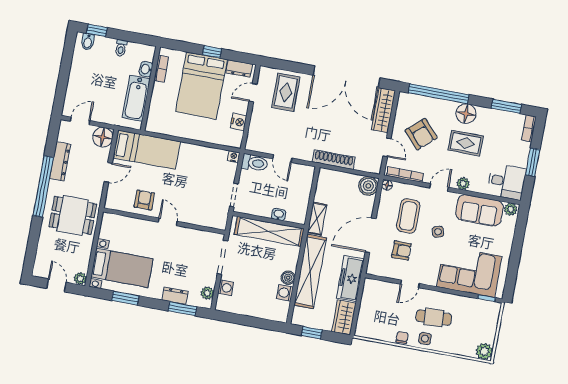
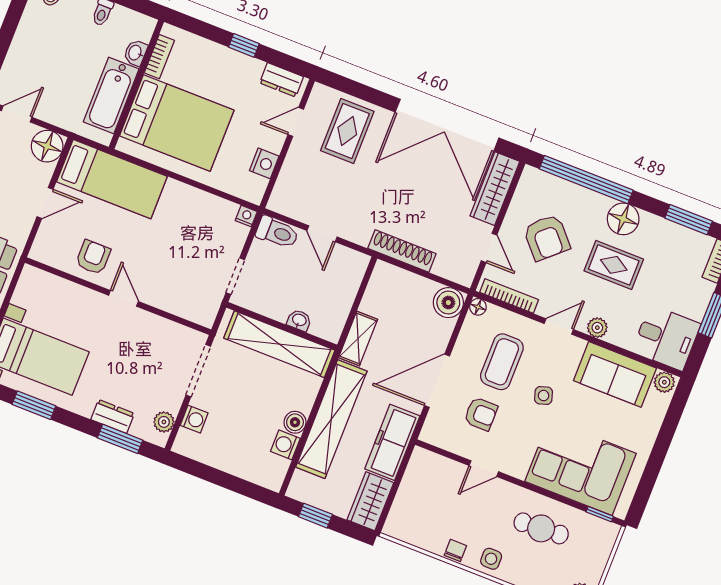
bed: (201, 86) -> (177, 123), moved, turned -90
cafe table: (434, 318) -> (541, 528), moved

